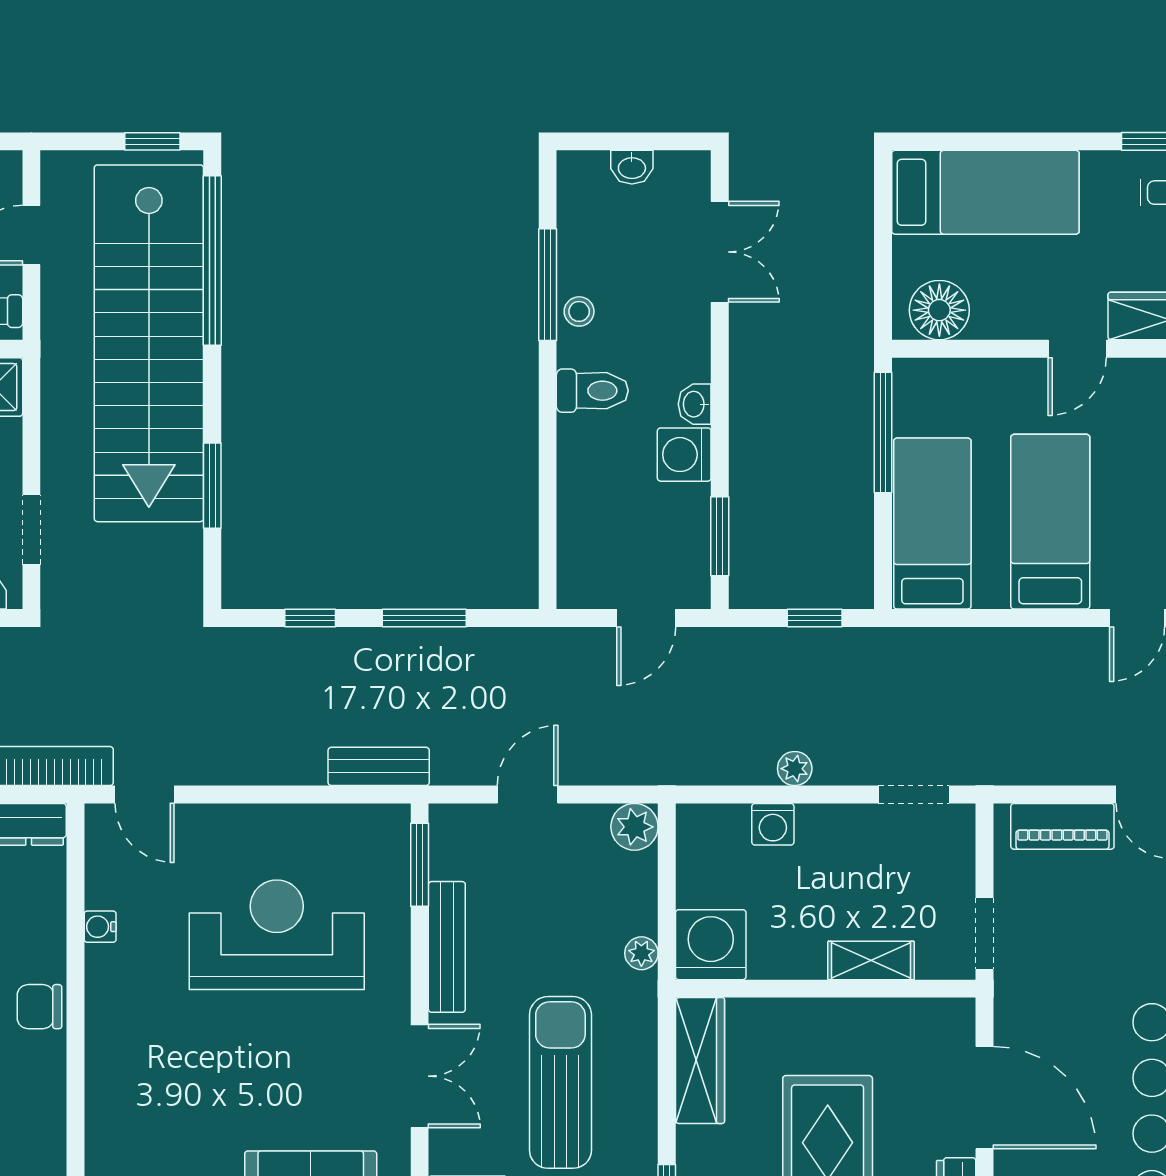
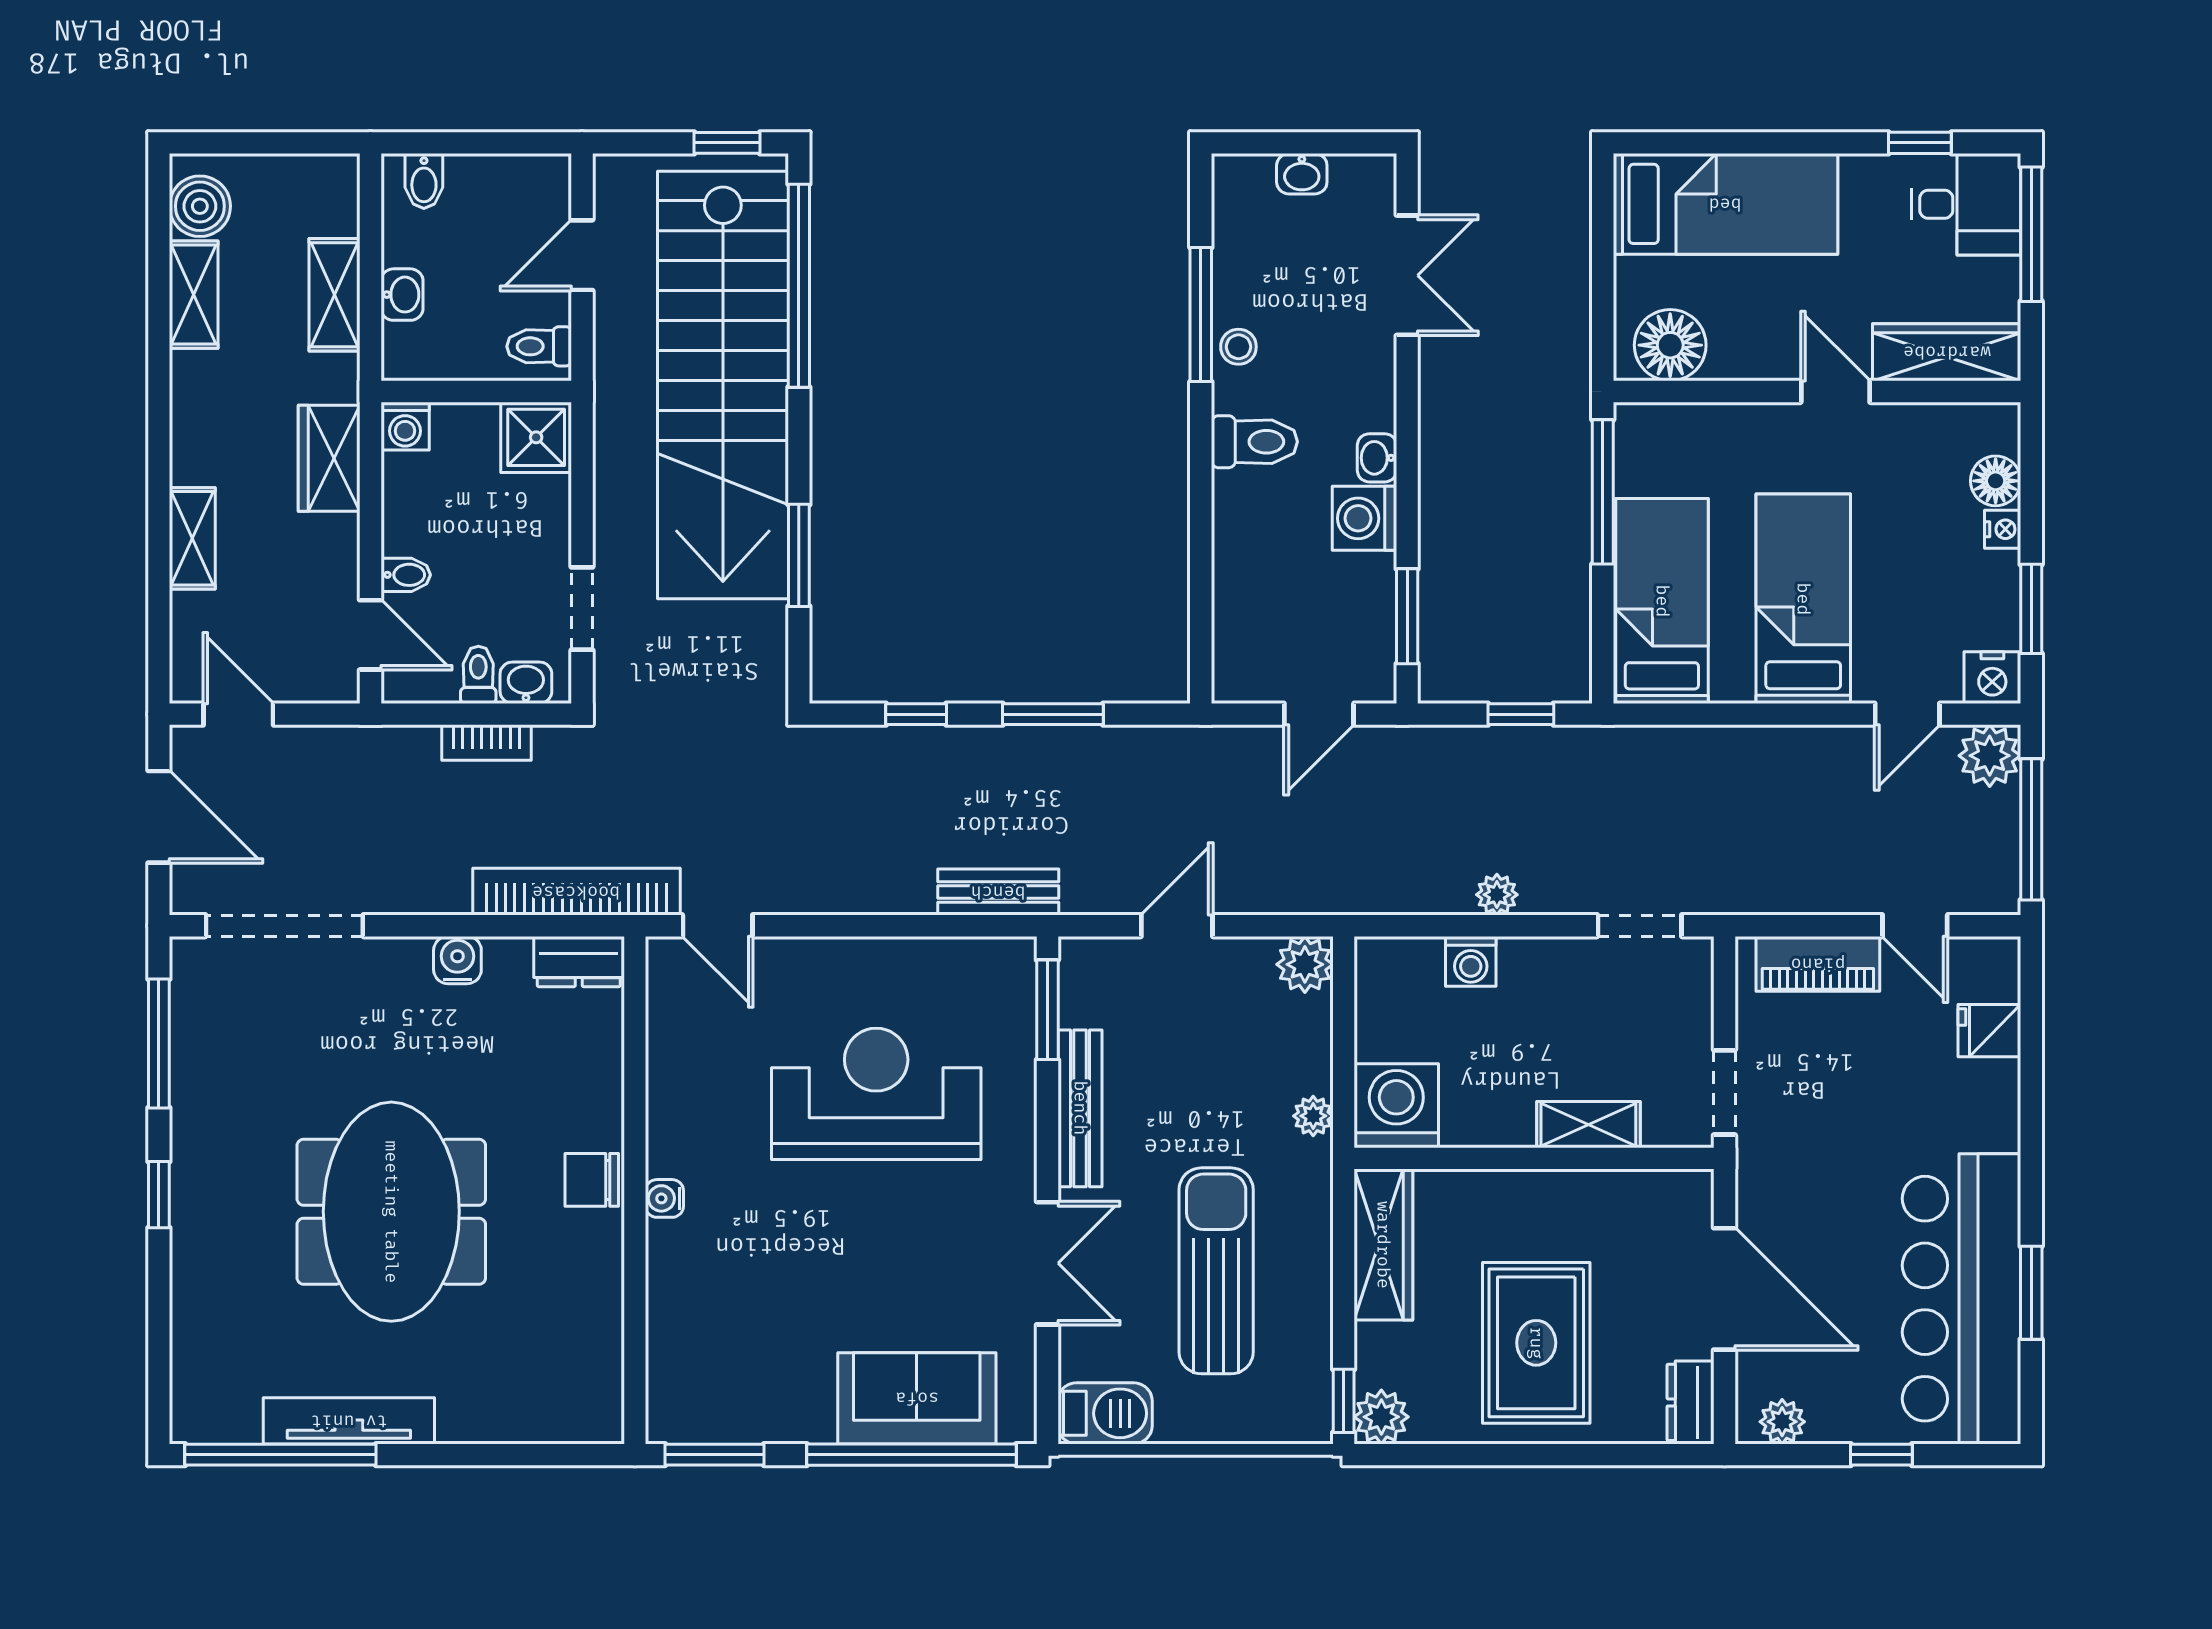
door: (1077, 349) -> (1835, 391), swing flipped
water cooler: (100, 927) -> (664, 1198), moved

